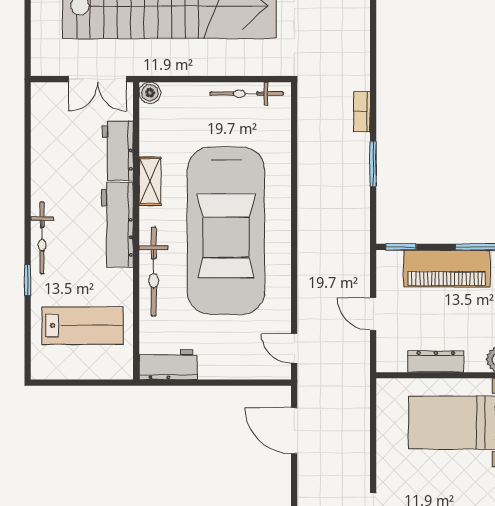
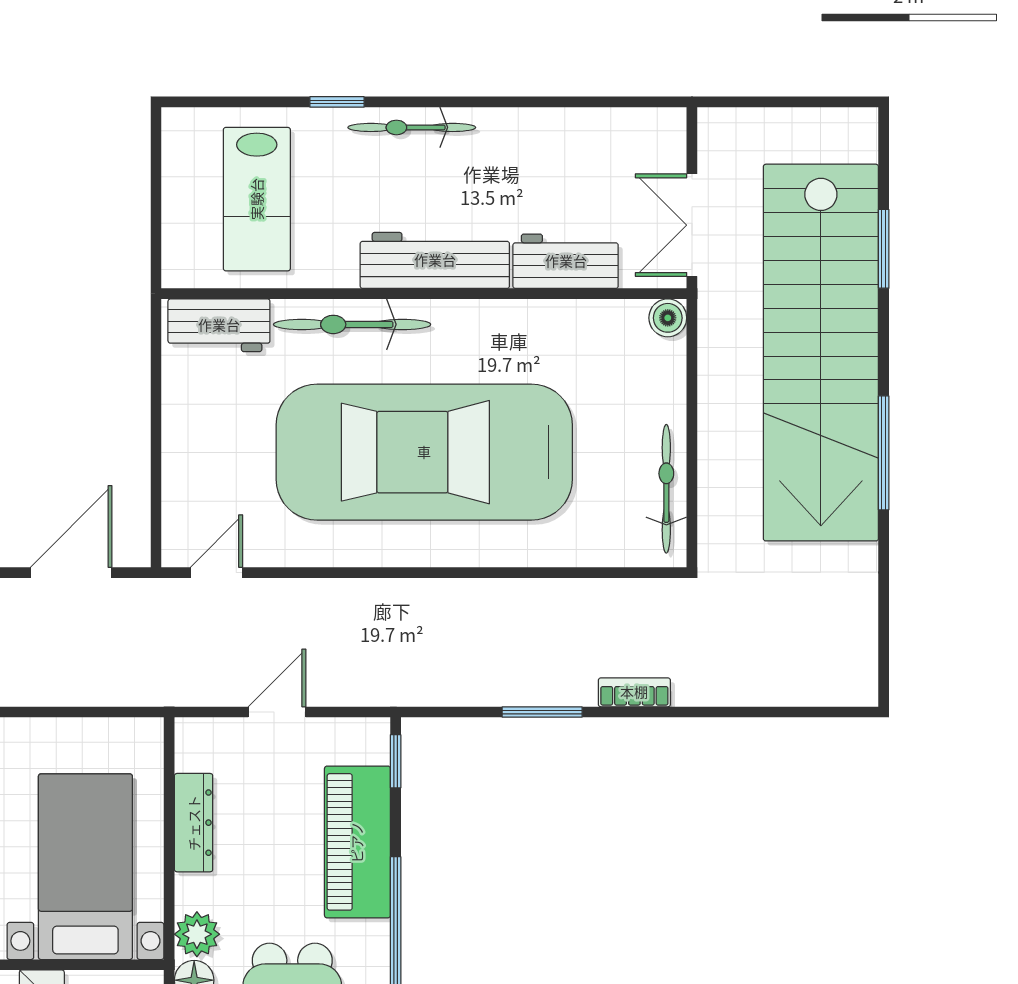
shelving: (150, 181) -> (512, 318), removed
workbench: (168, 365) -> (219, 325), moved, turned 90

